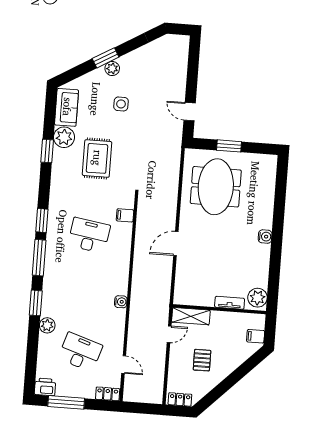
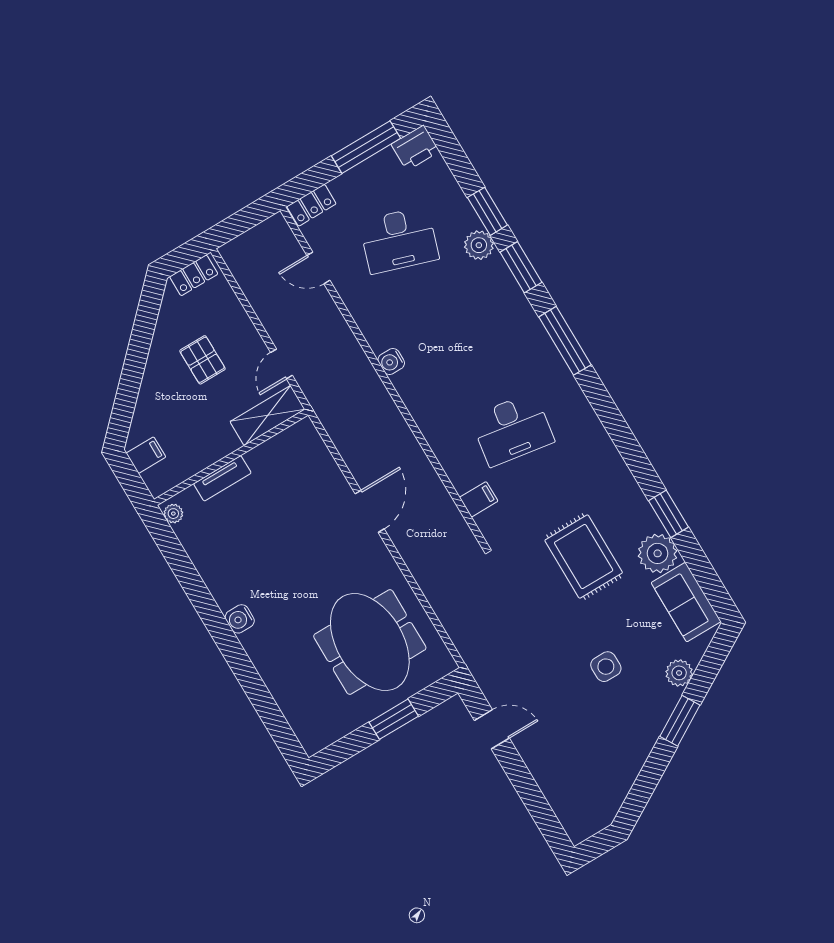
plant: (112, 69) -> (679, 673), moved
window: (42, 220) -> (487, 211), moved
plant: (257, 298) -> (173, 514), width x0.53, depth x0.53

